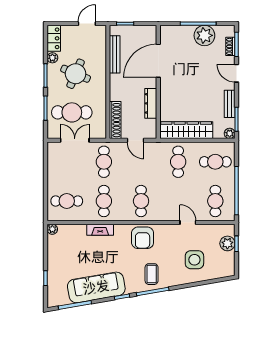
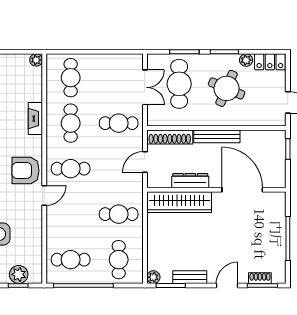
plant: (204, 35) -> (273, 246), removed
bench: (115, 54) -> (217, 136), moved
wardrobe: (186, 130) -> (179, 202), moved, turned 90
cafe table: (104, 201) -> (71, 123), turned 90
door: (188, 222) -> (44, 195), moved

